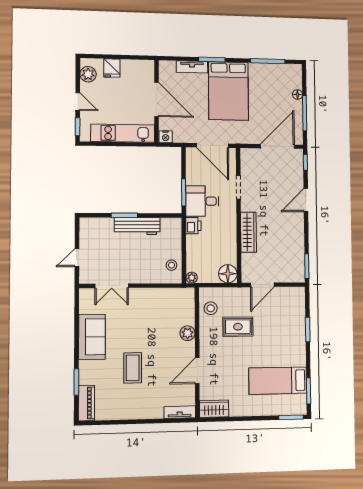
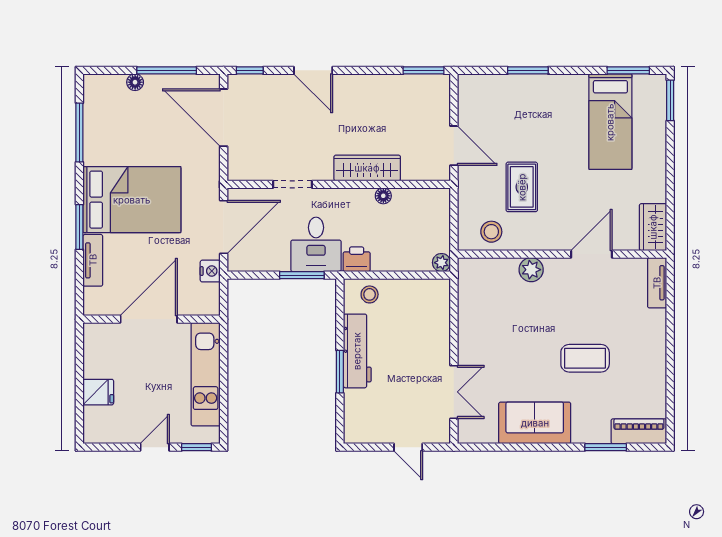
plant: (88, 74) -> (110, 431), removed
nightstand: (166, 137) -> (210, 271), moved
stool: (171, 265) -> (370, 294), moved
floor lamp: (228, 274) -> (383, 196), moved, width x0.53, depth x0.53
door: (197, 371) -> (592, 254), swing flipped

